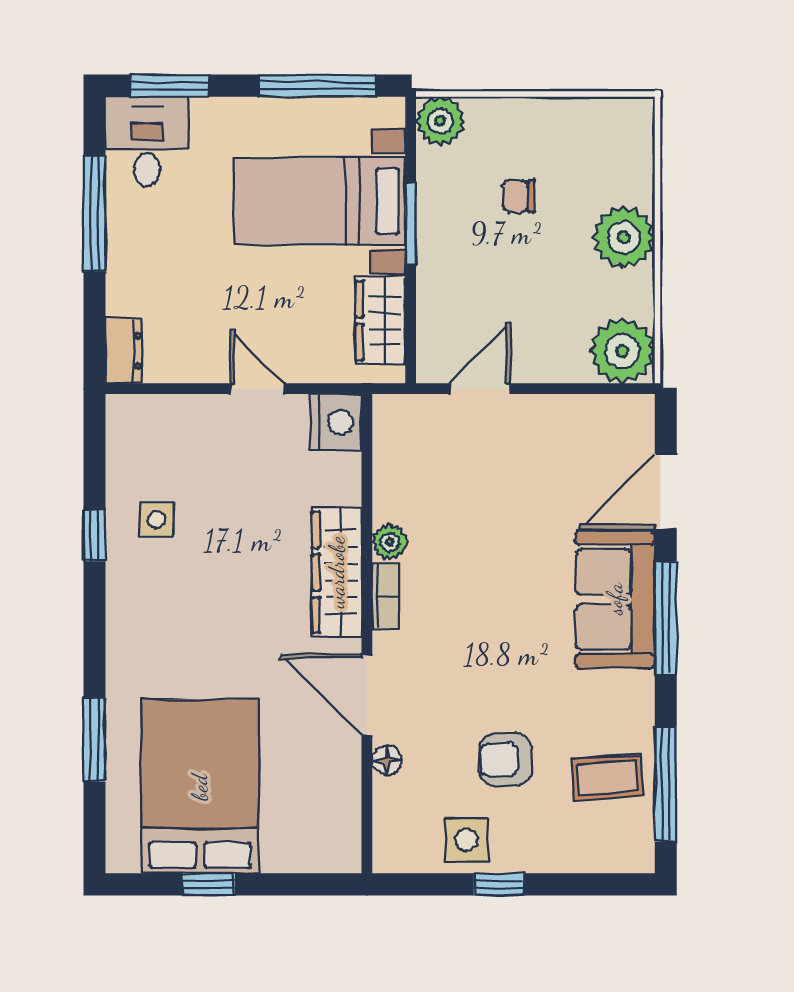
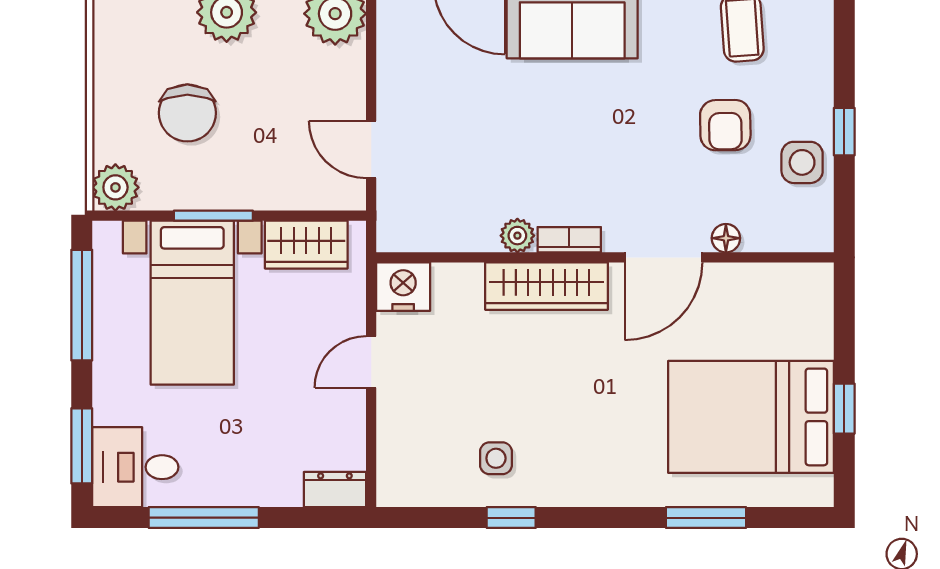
chair: (518, 196) -> (187, 113), width x1.87, depth x1.87

